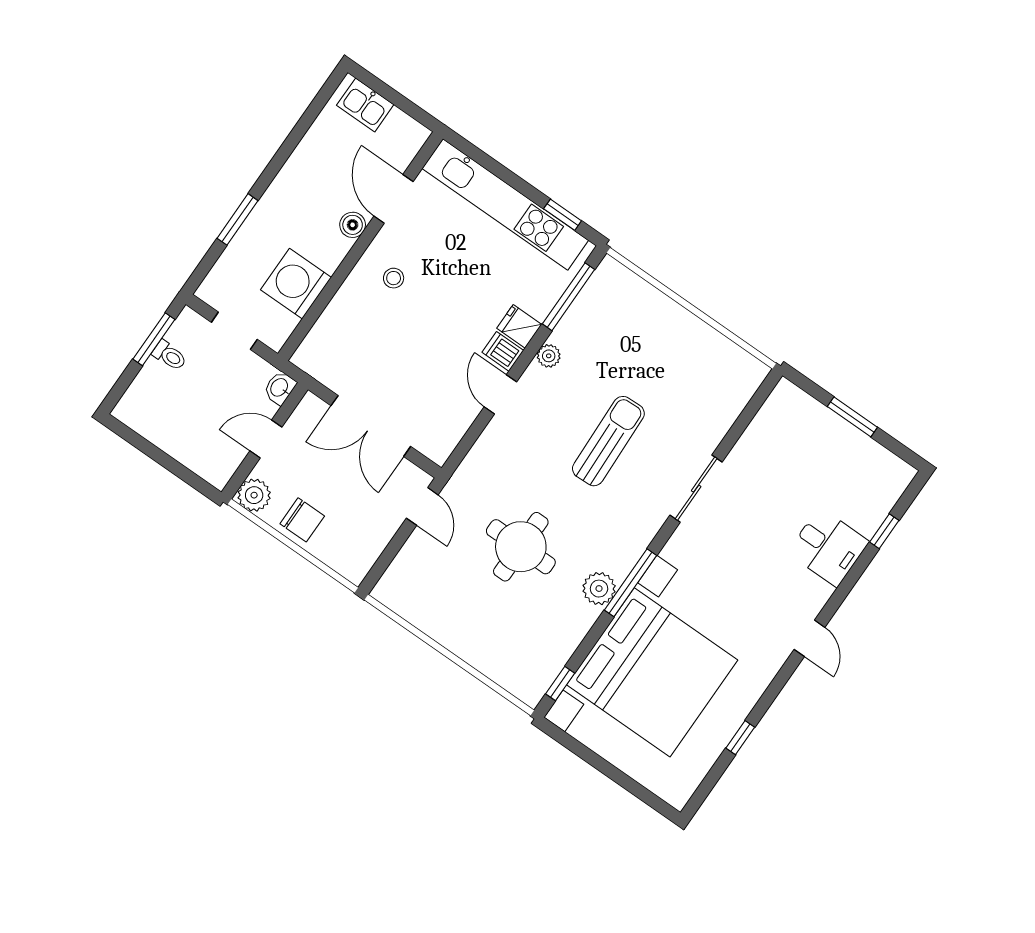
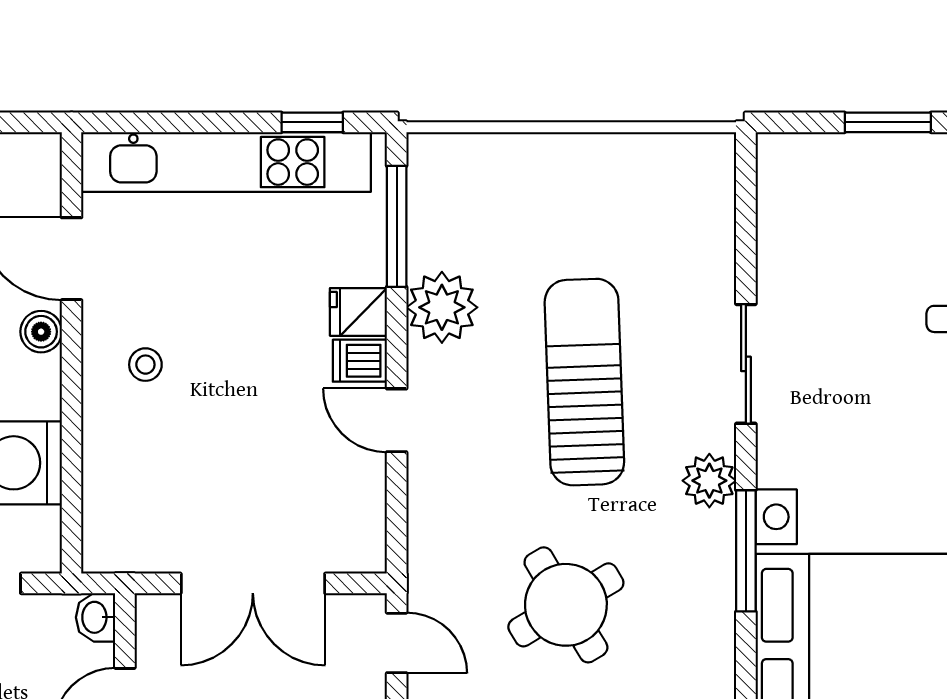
plant: (549, 356) -> (442, 307), width x1.88, depth x1.88
sun lounger: (608, 441) -> (584, 382), width x1.36, depth x1.34
round table: (521, 547) -> (566, 605), turned -31
plant: (599, 589) -> (709, 481), moved

